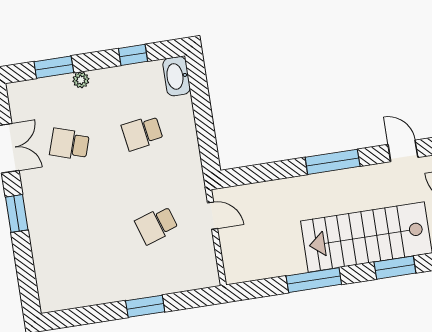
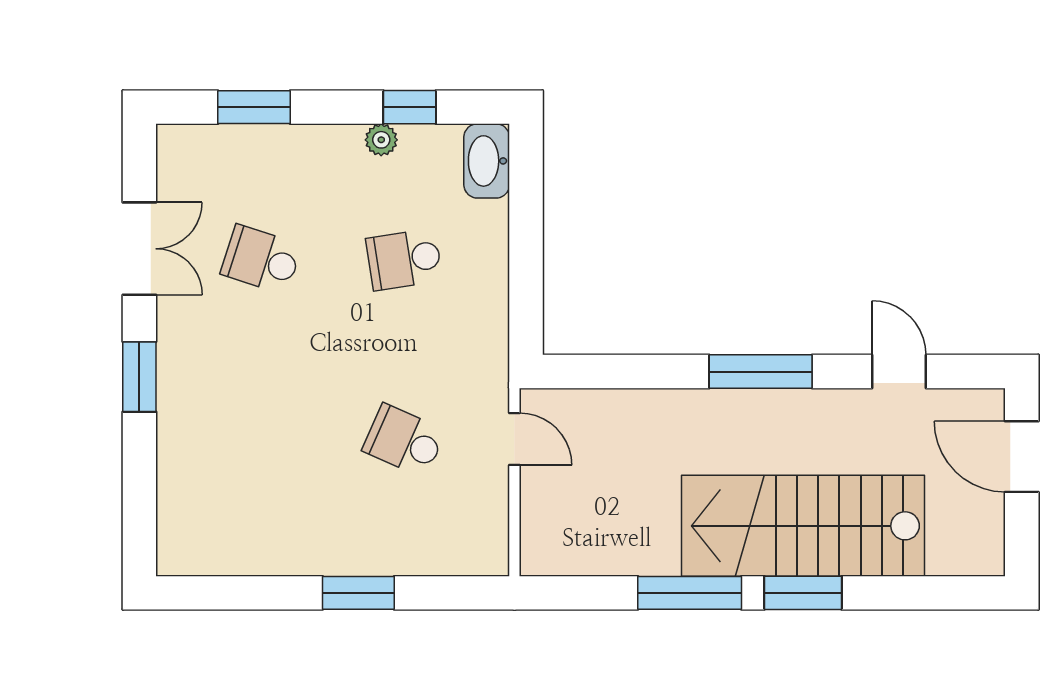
plant: (81, 80) -> (381, 140), moved
school desk: (157, 225) -> (404, 441), turned 42
window: (395, 268) -> (803, 593), moved

